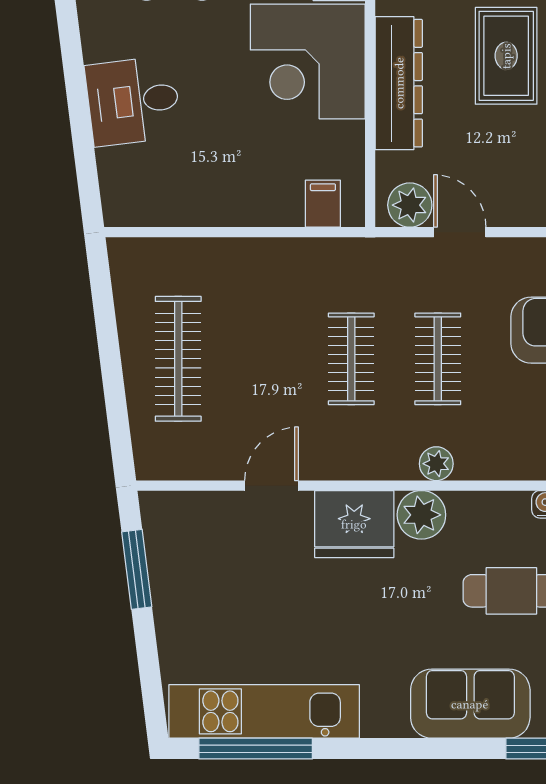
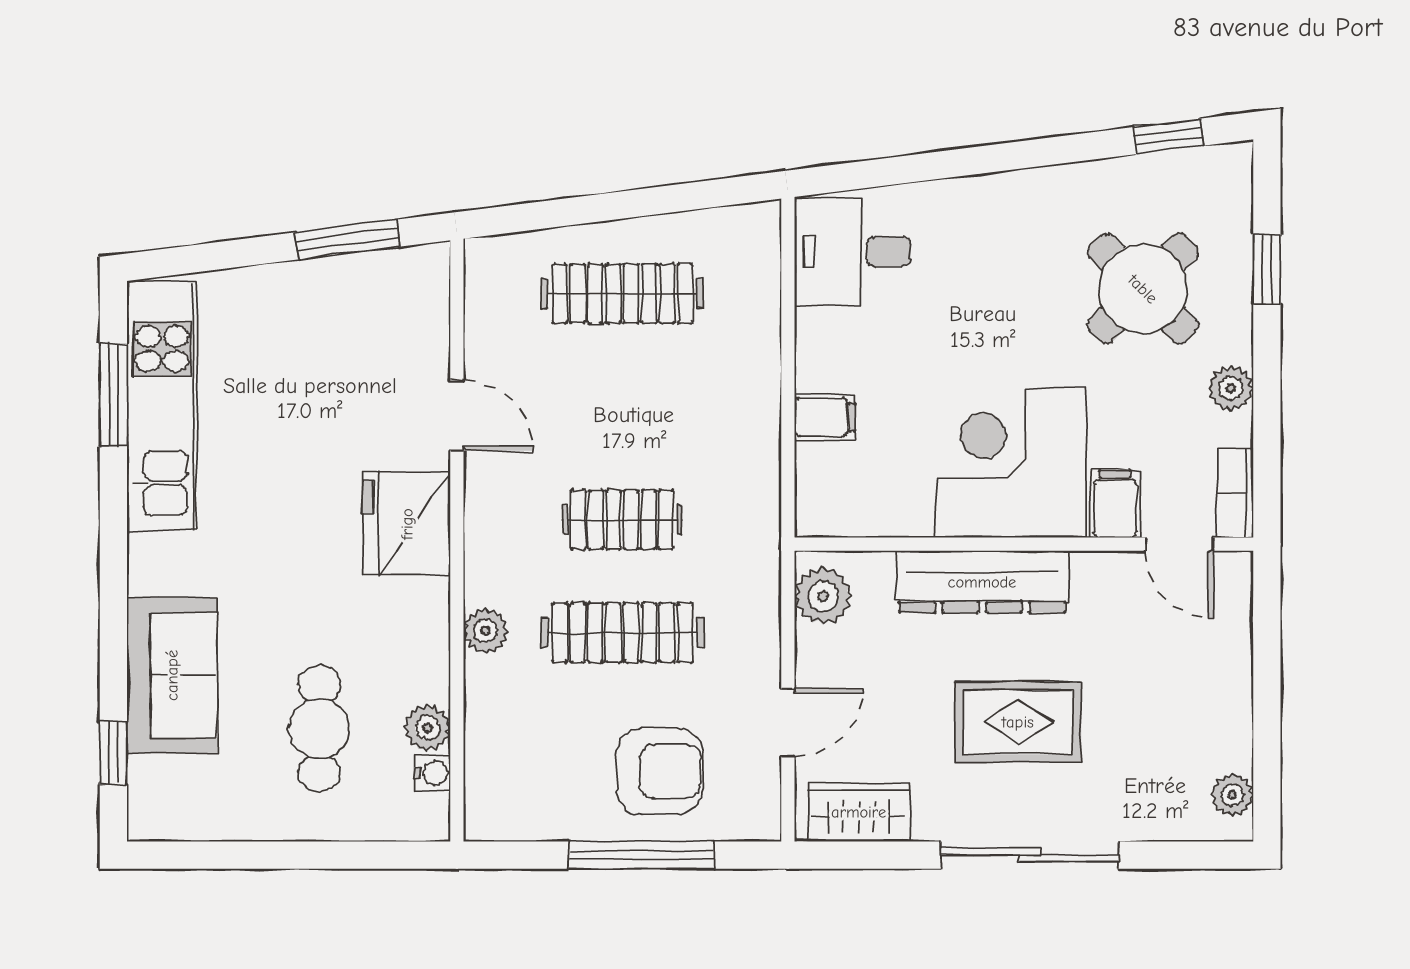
desk: (133, 101) -> (852, 252), moved, turned -83
filing cabinet: (323, 204) -> (825, 417), moved
door: (460, 232) -> (788, 723), moved
clothes rail: (438, 359) -> (622, 633), width x1.36
plant: (421, 515) -> (427, 728), moved, width x0.73, depth x0.73
window: (256, 749) -> (113, 395), width x0.69

